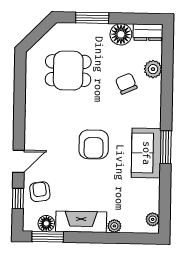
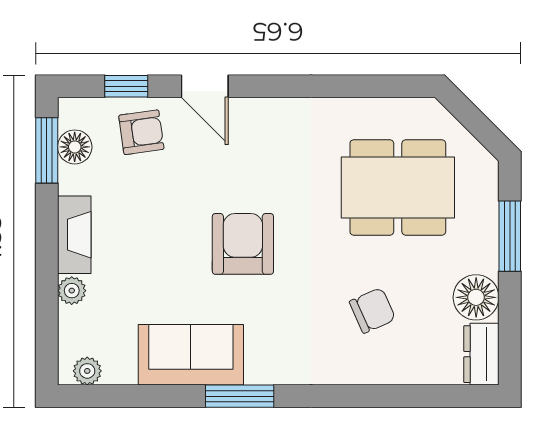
plant: (153, 69) -> (404, 366), removed
dining table: (68, 71) -> (398, 187), width x1.38
armchair: (94, 144) -> (243, 244), turned 90
sofa: (146, 153) -> (191, 355), moved
fireplace: (81, 222) -> (74, 235), width x0.73, depth x0.76

